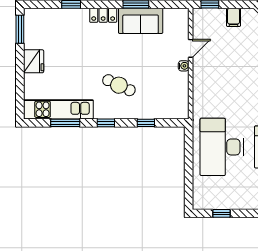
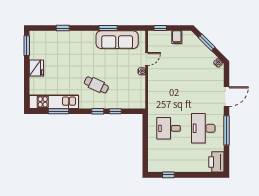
locker: (103, 15) -> (85, 36), removed
sofa: (141, 21) -> (117, 40), width x1.36
window: (106, 123) -> (98, 111), moved
desk: (222, 147) -> (169, 128), width x0.53, depth x0.77

